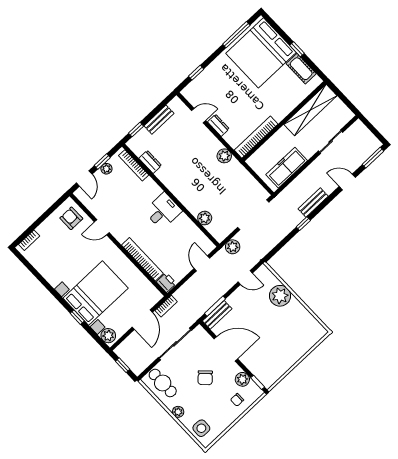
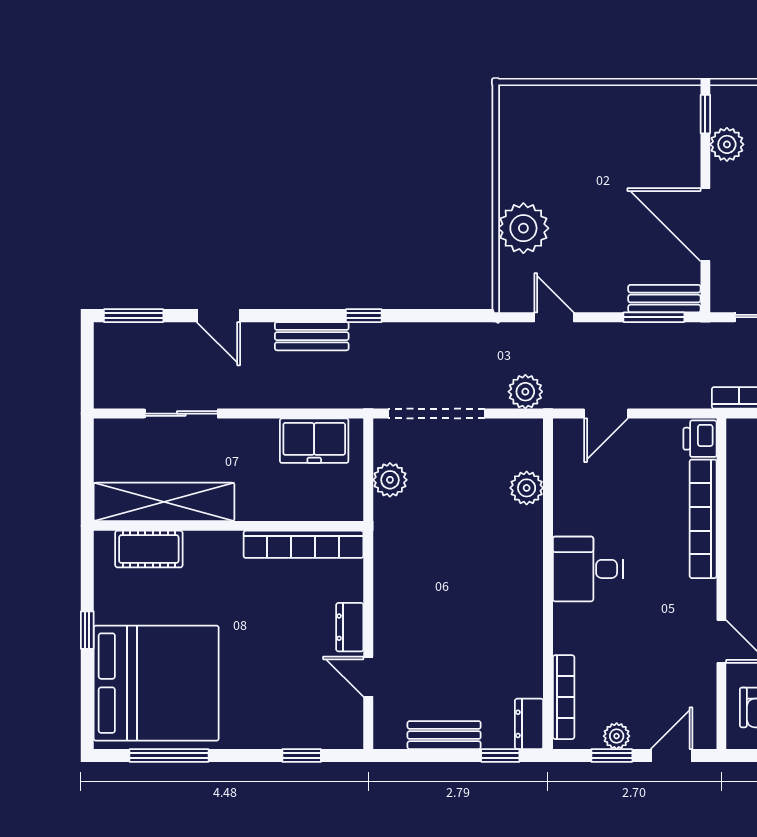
cot: (301, 69) -> (149, 549), moved, turned 90
plant: (224, 156) -> (390, 480), moved
dresser: (150, 162) -> (529, 724), moved
freezer: (287, 168) -> (314, 441), width x0.71

